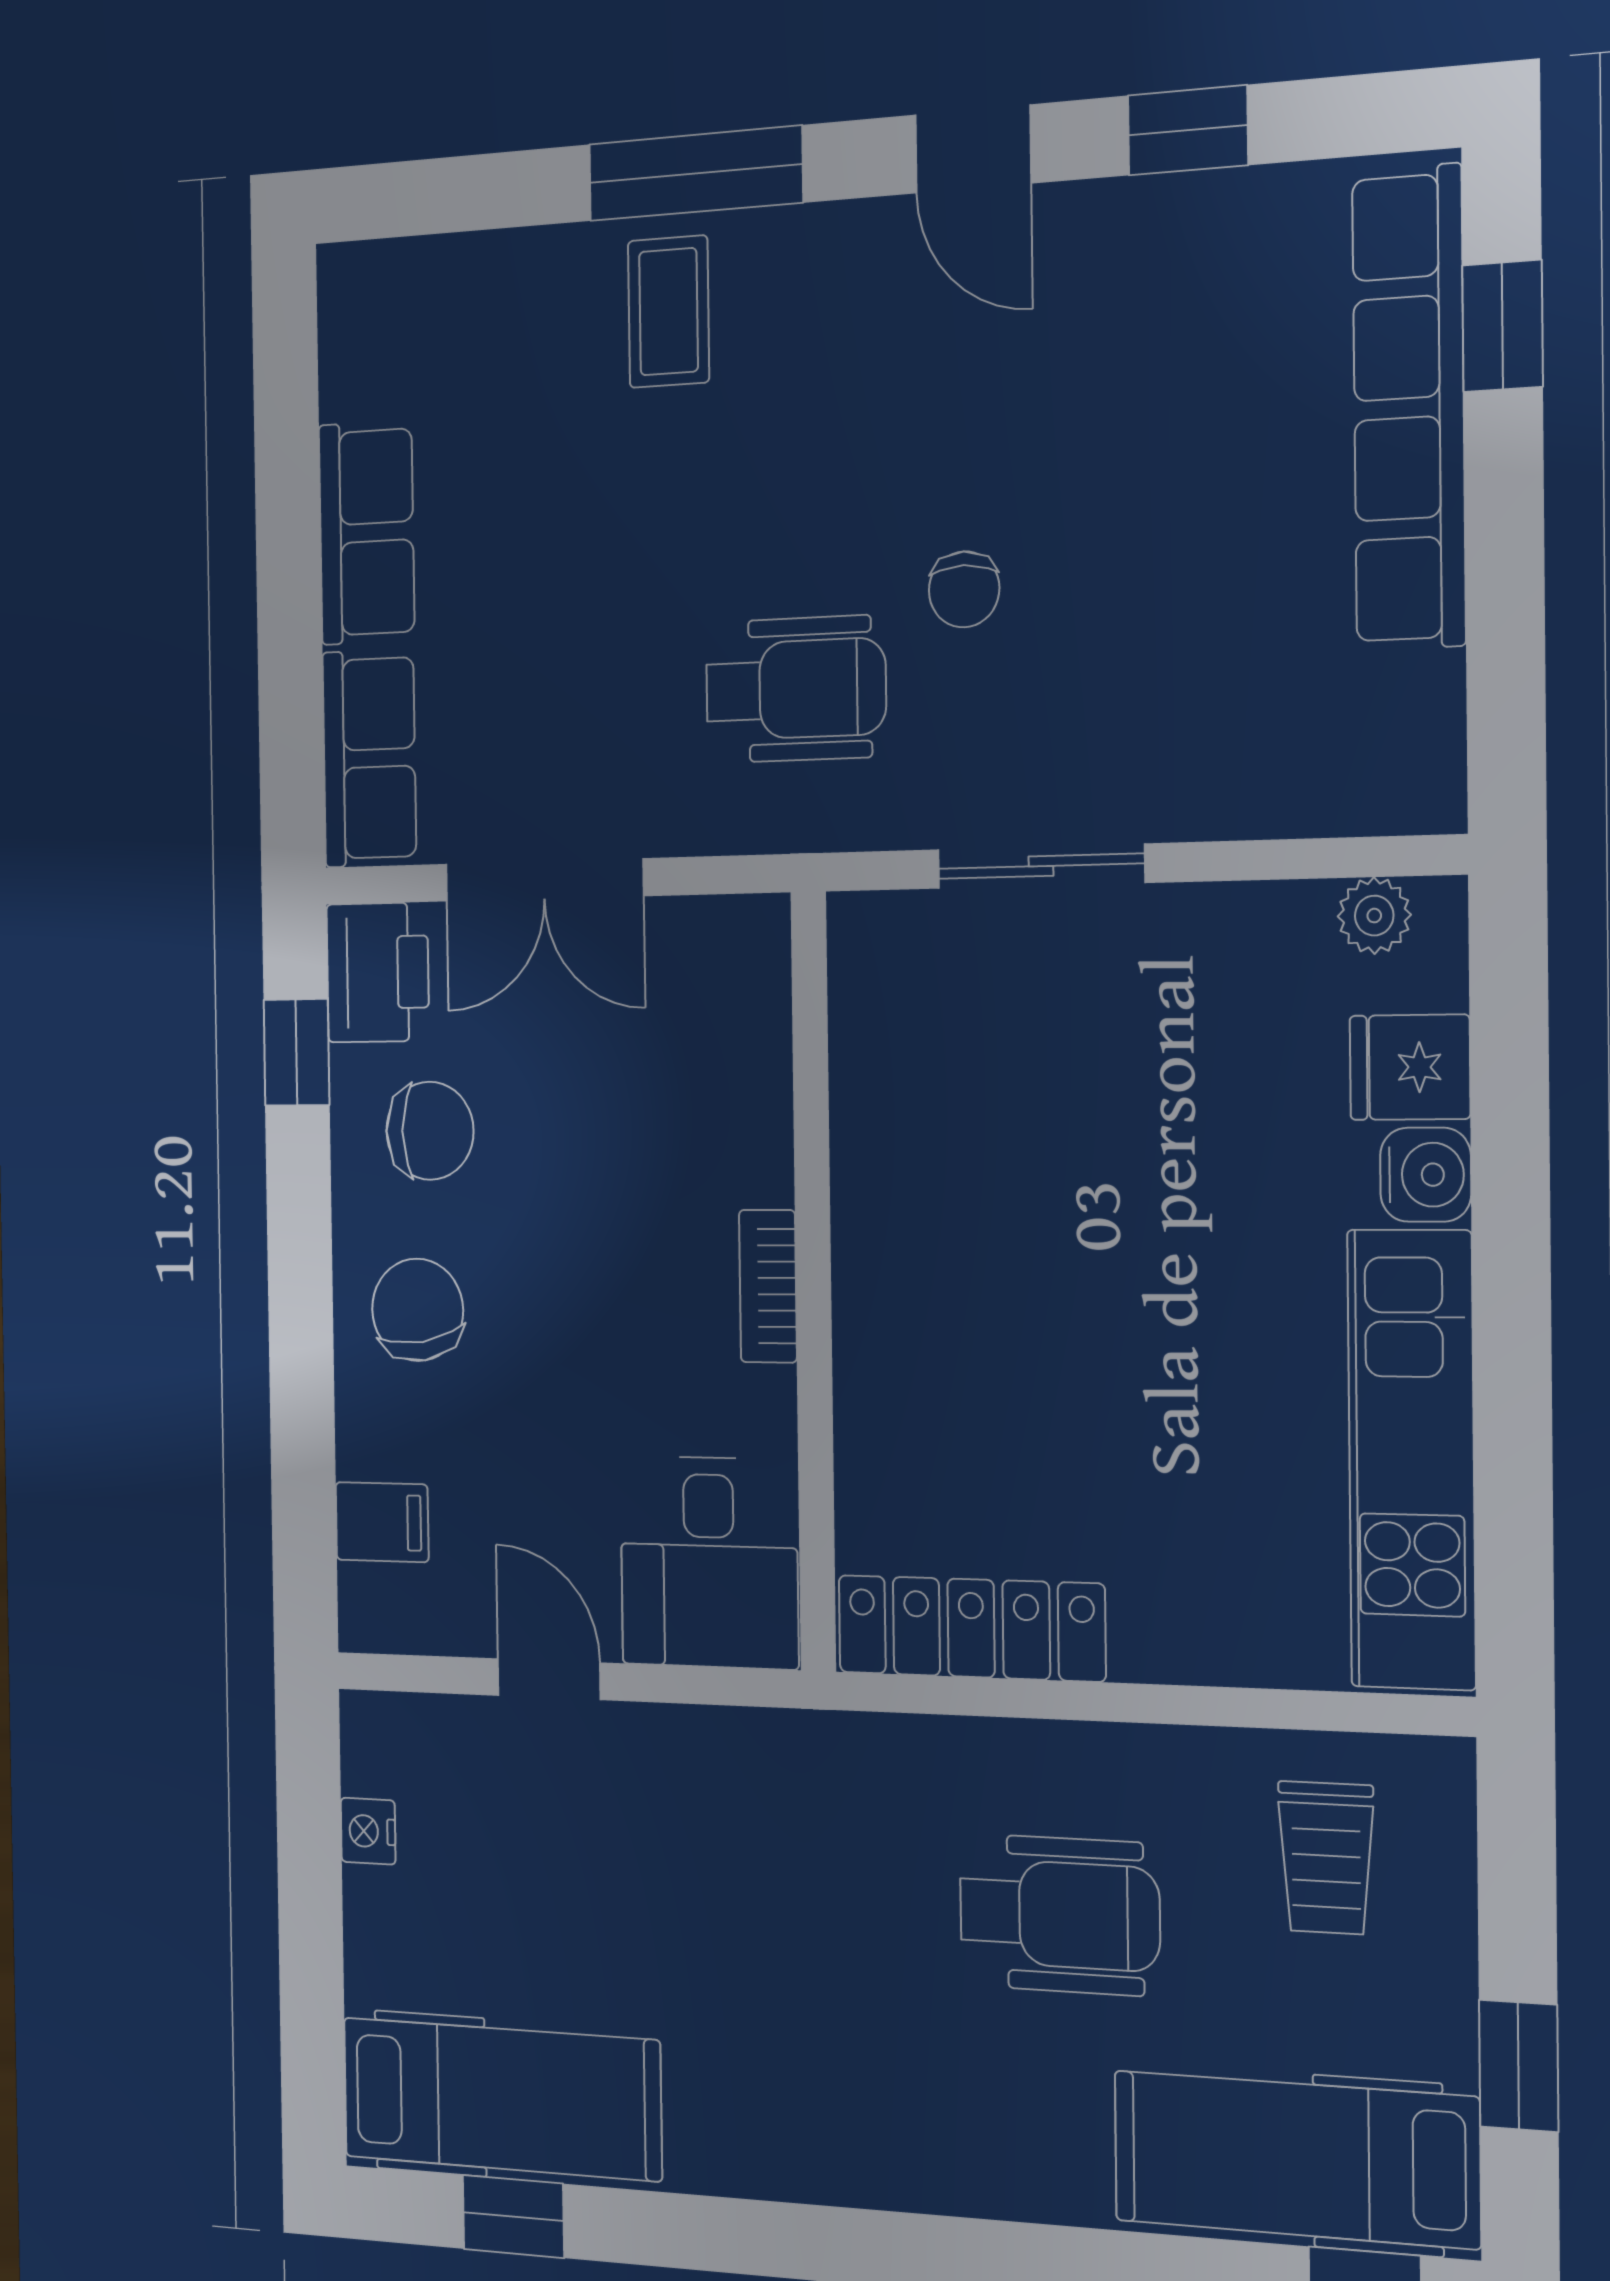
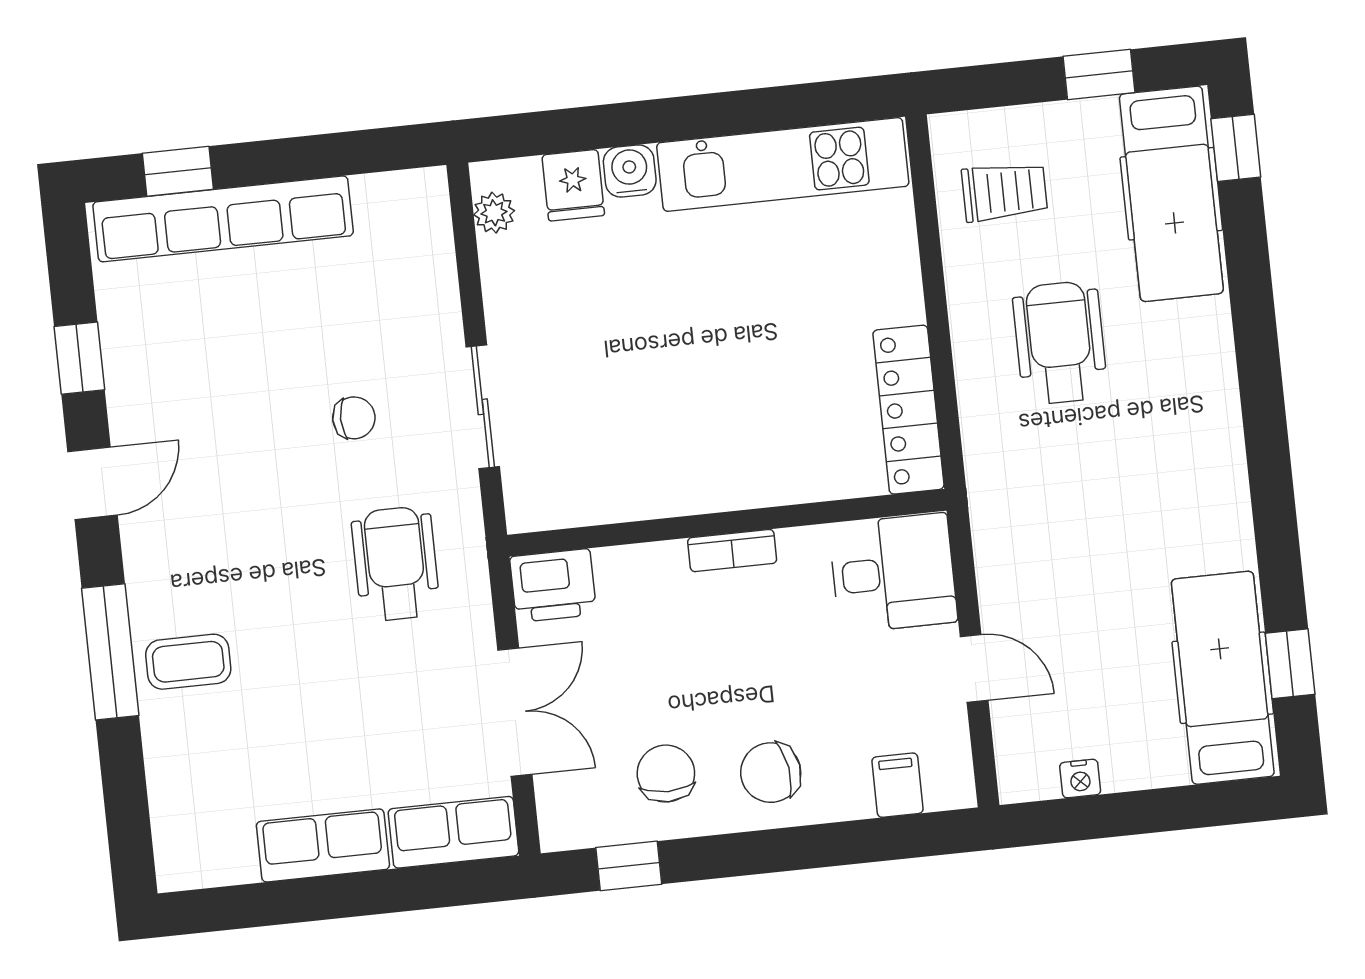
chair: (964, 589) -> (354, 418), moved
printer: (378, 972) -> (553, 585), moved, turned 180
door: (549, 1679) -> (974, 668), swing flipped

